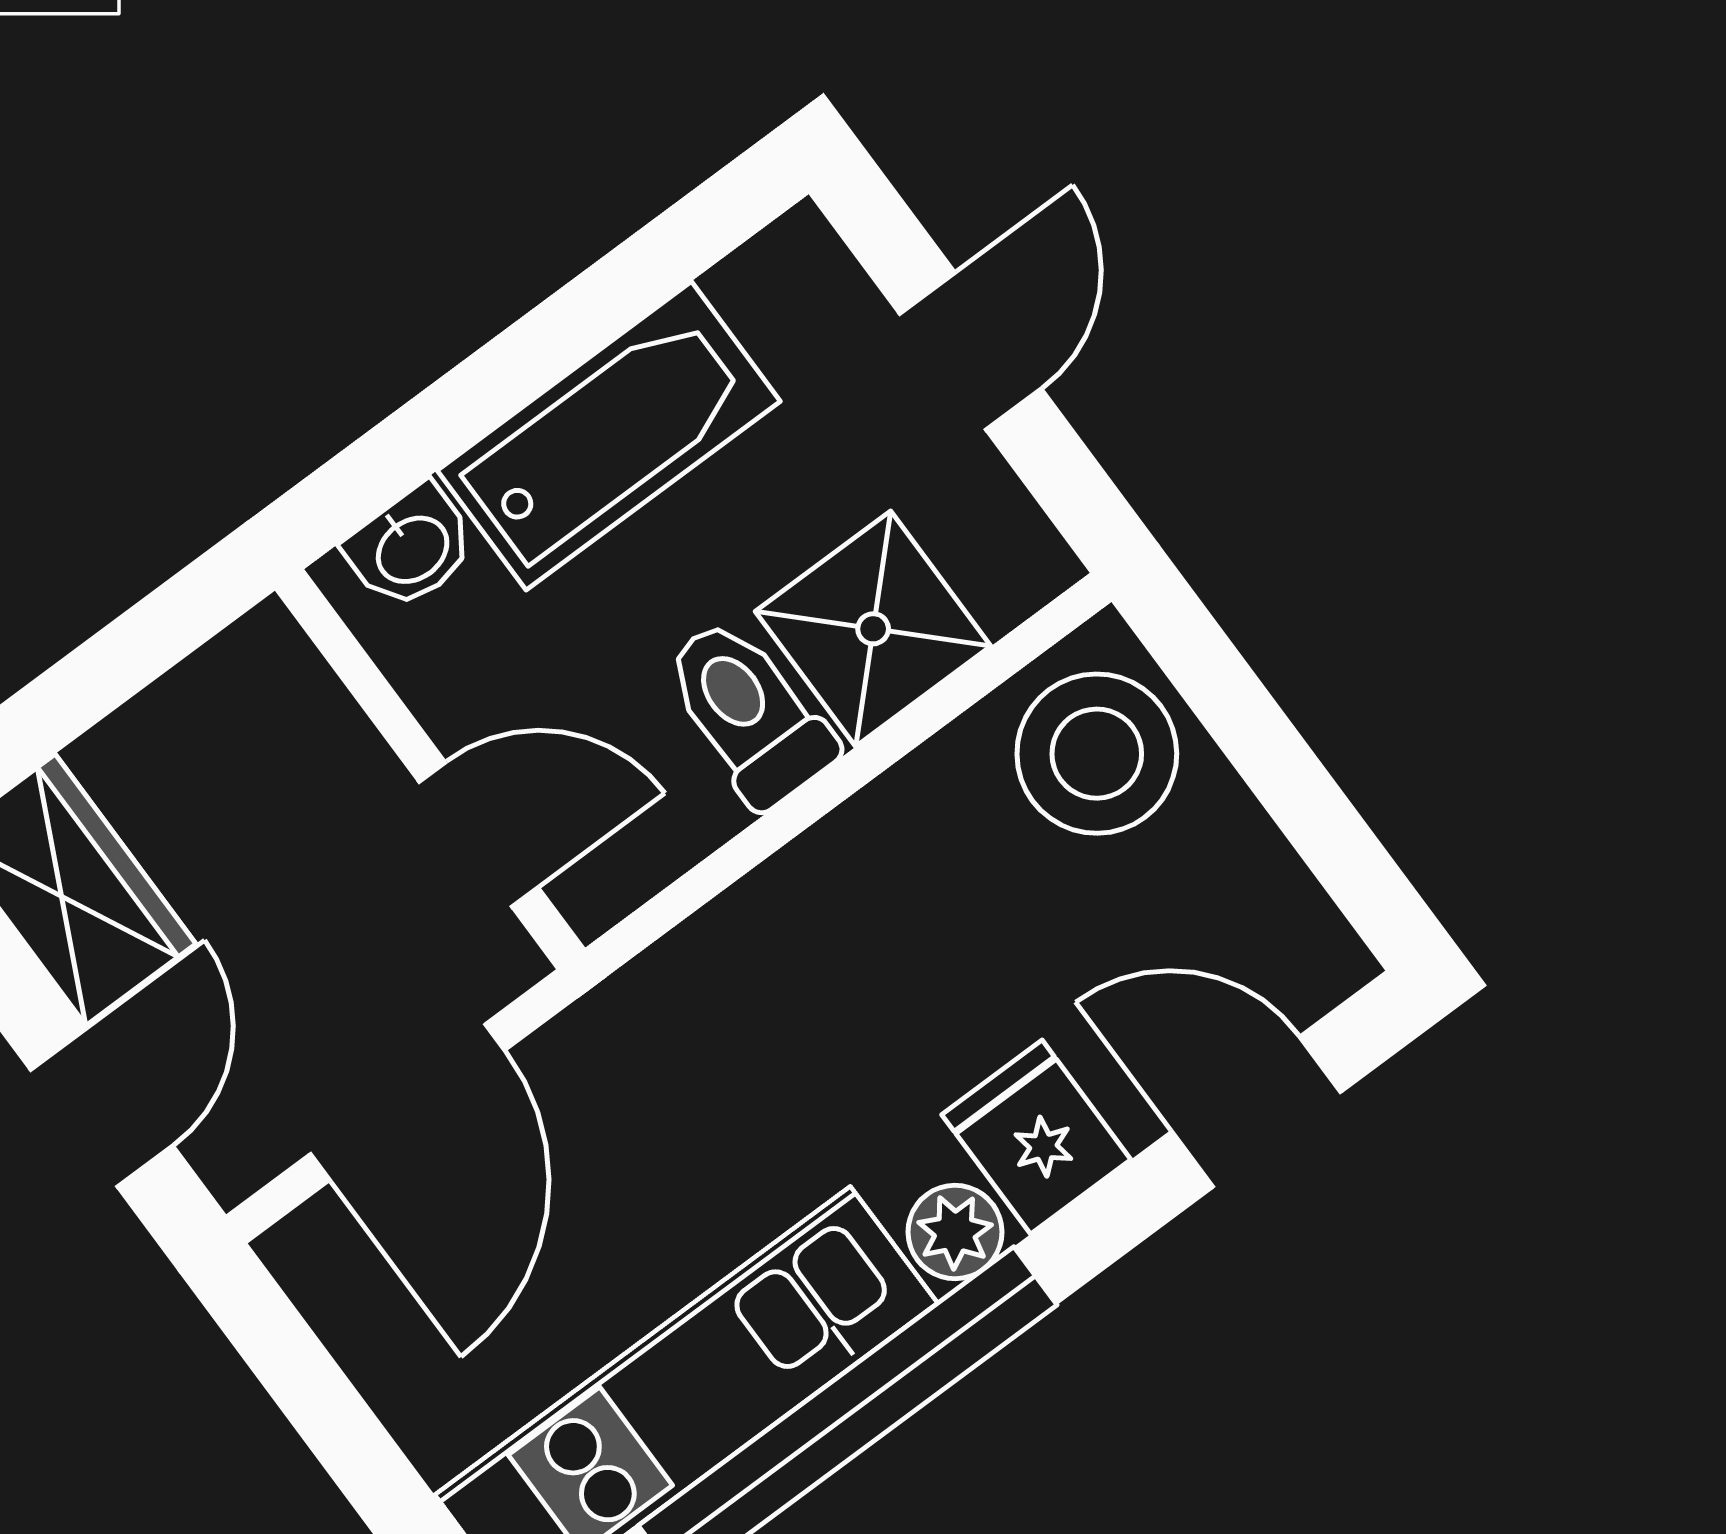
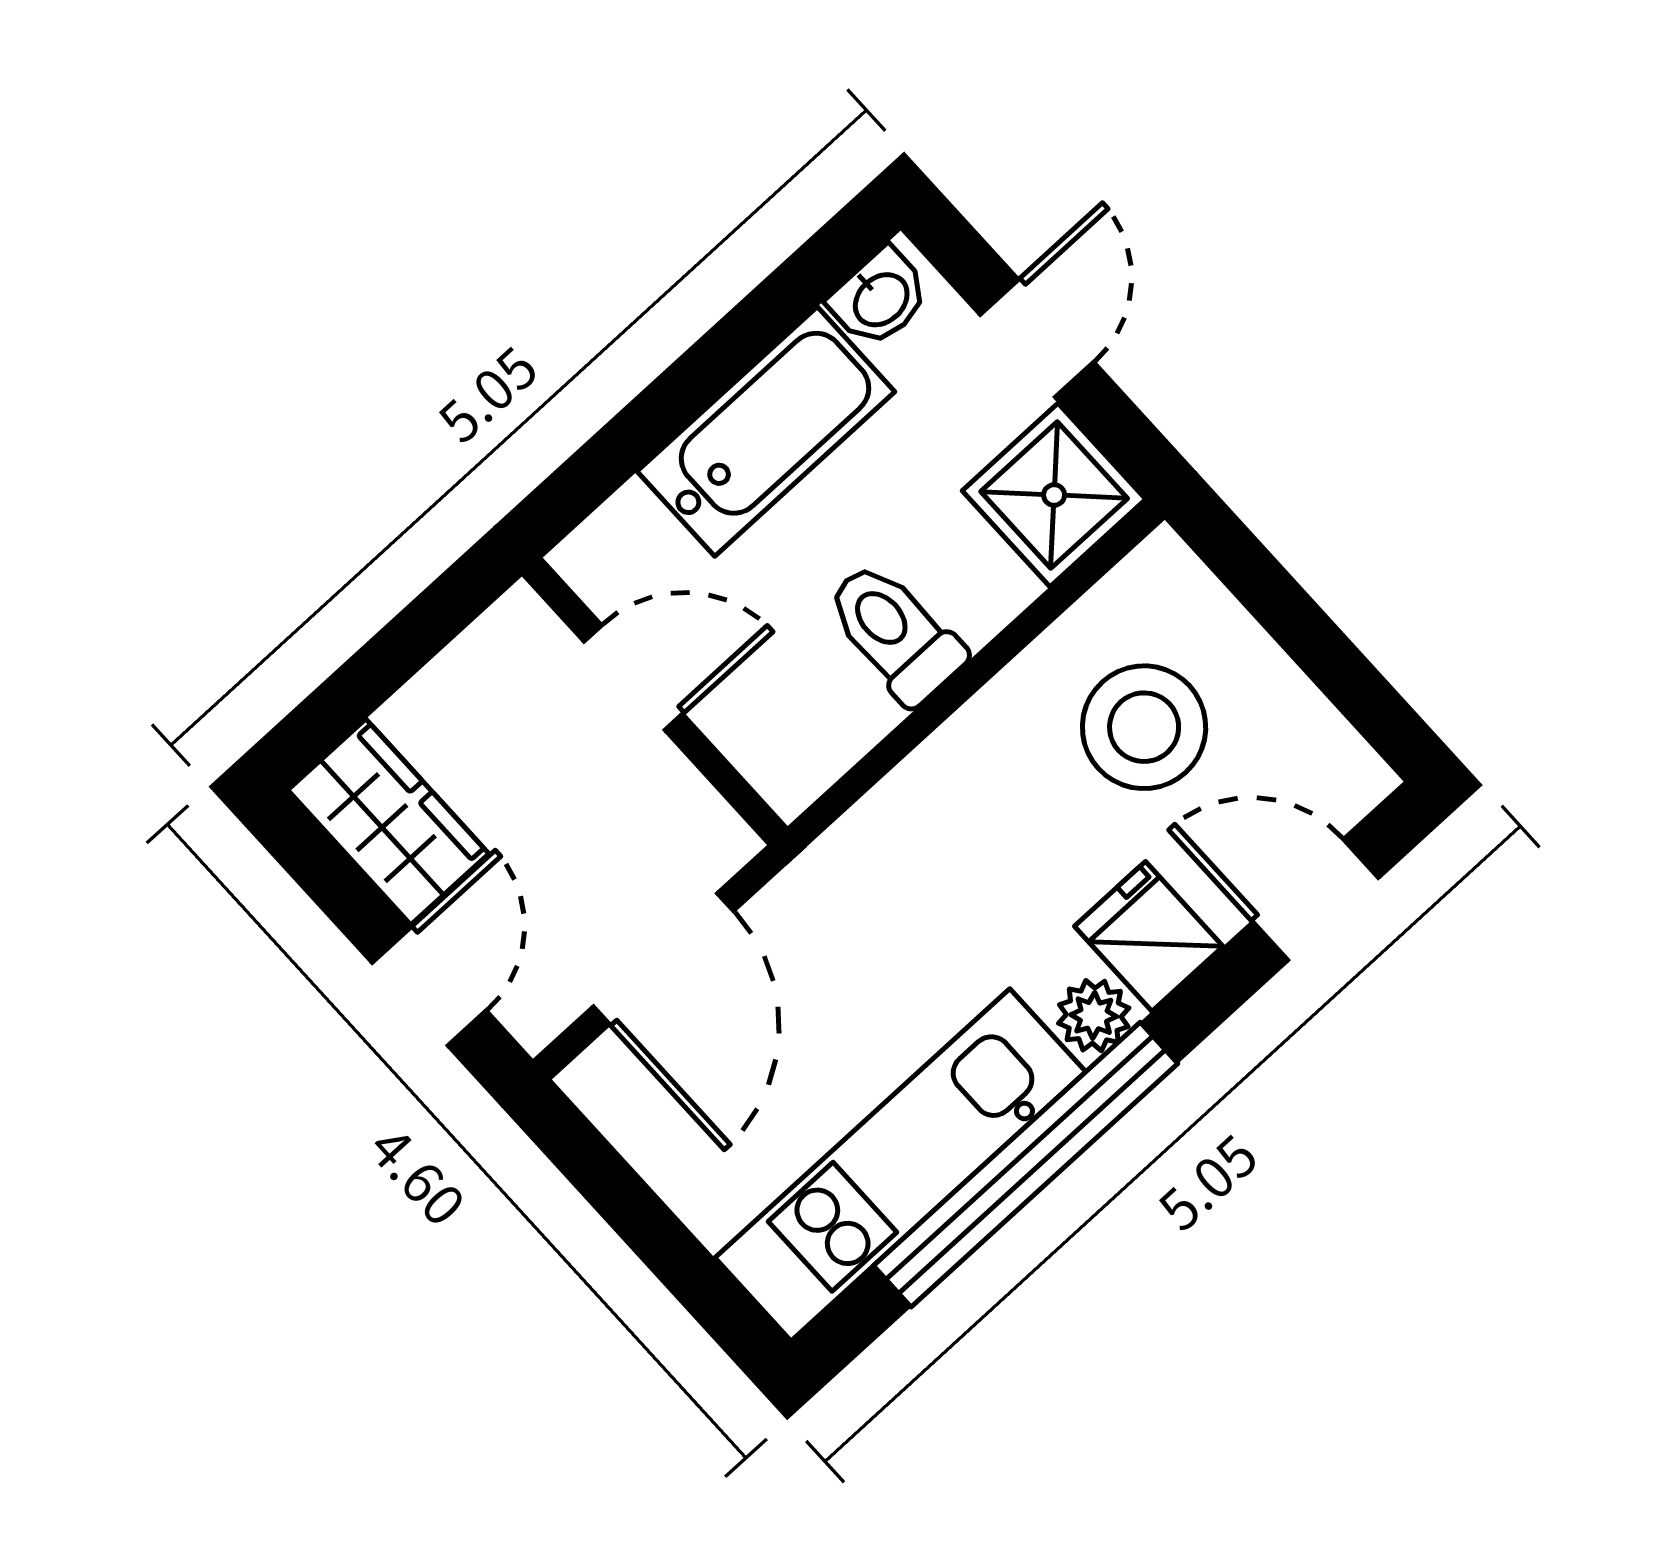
washbasin: (411, 548) -> (880, 298), moved
shower: (873, 629) -> (1054, 495), moved
stool: (1097, 754) -> (1144, 727), moved
door: (479, 834) -> (633, 678), moved

